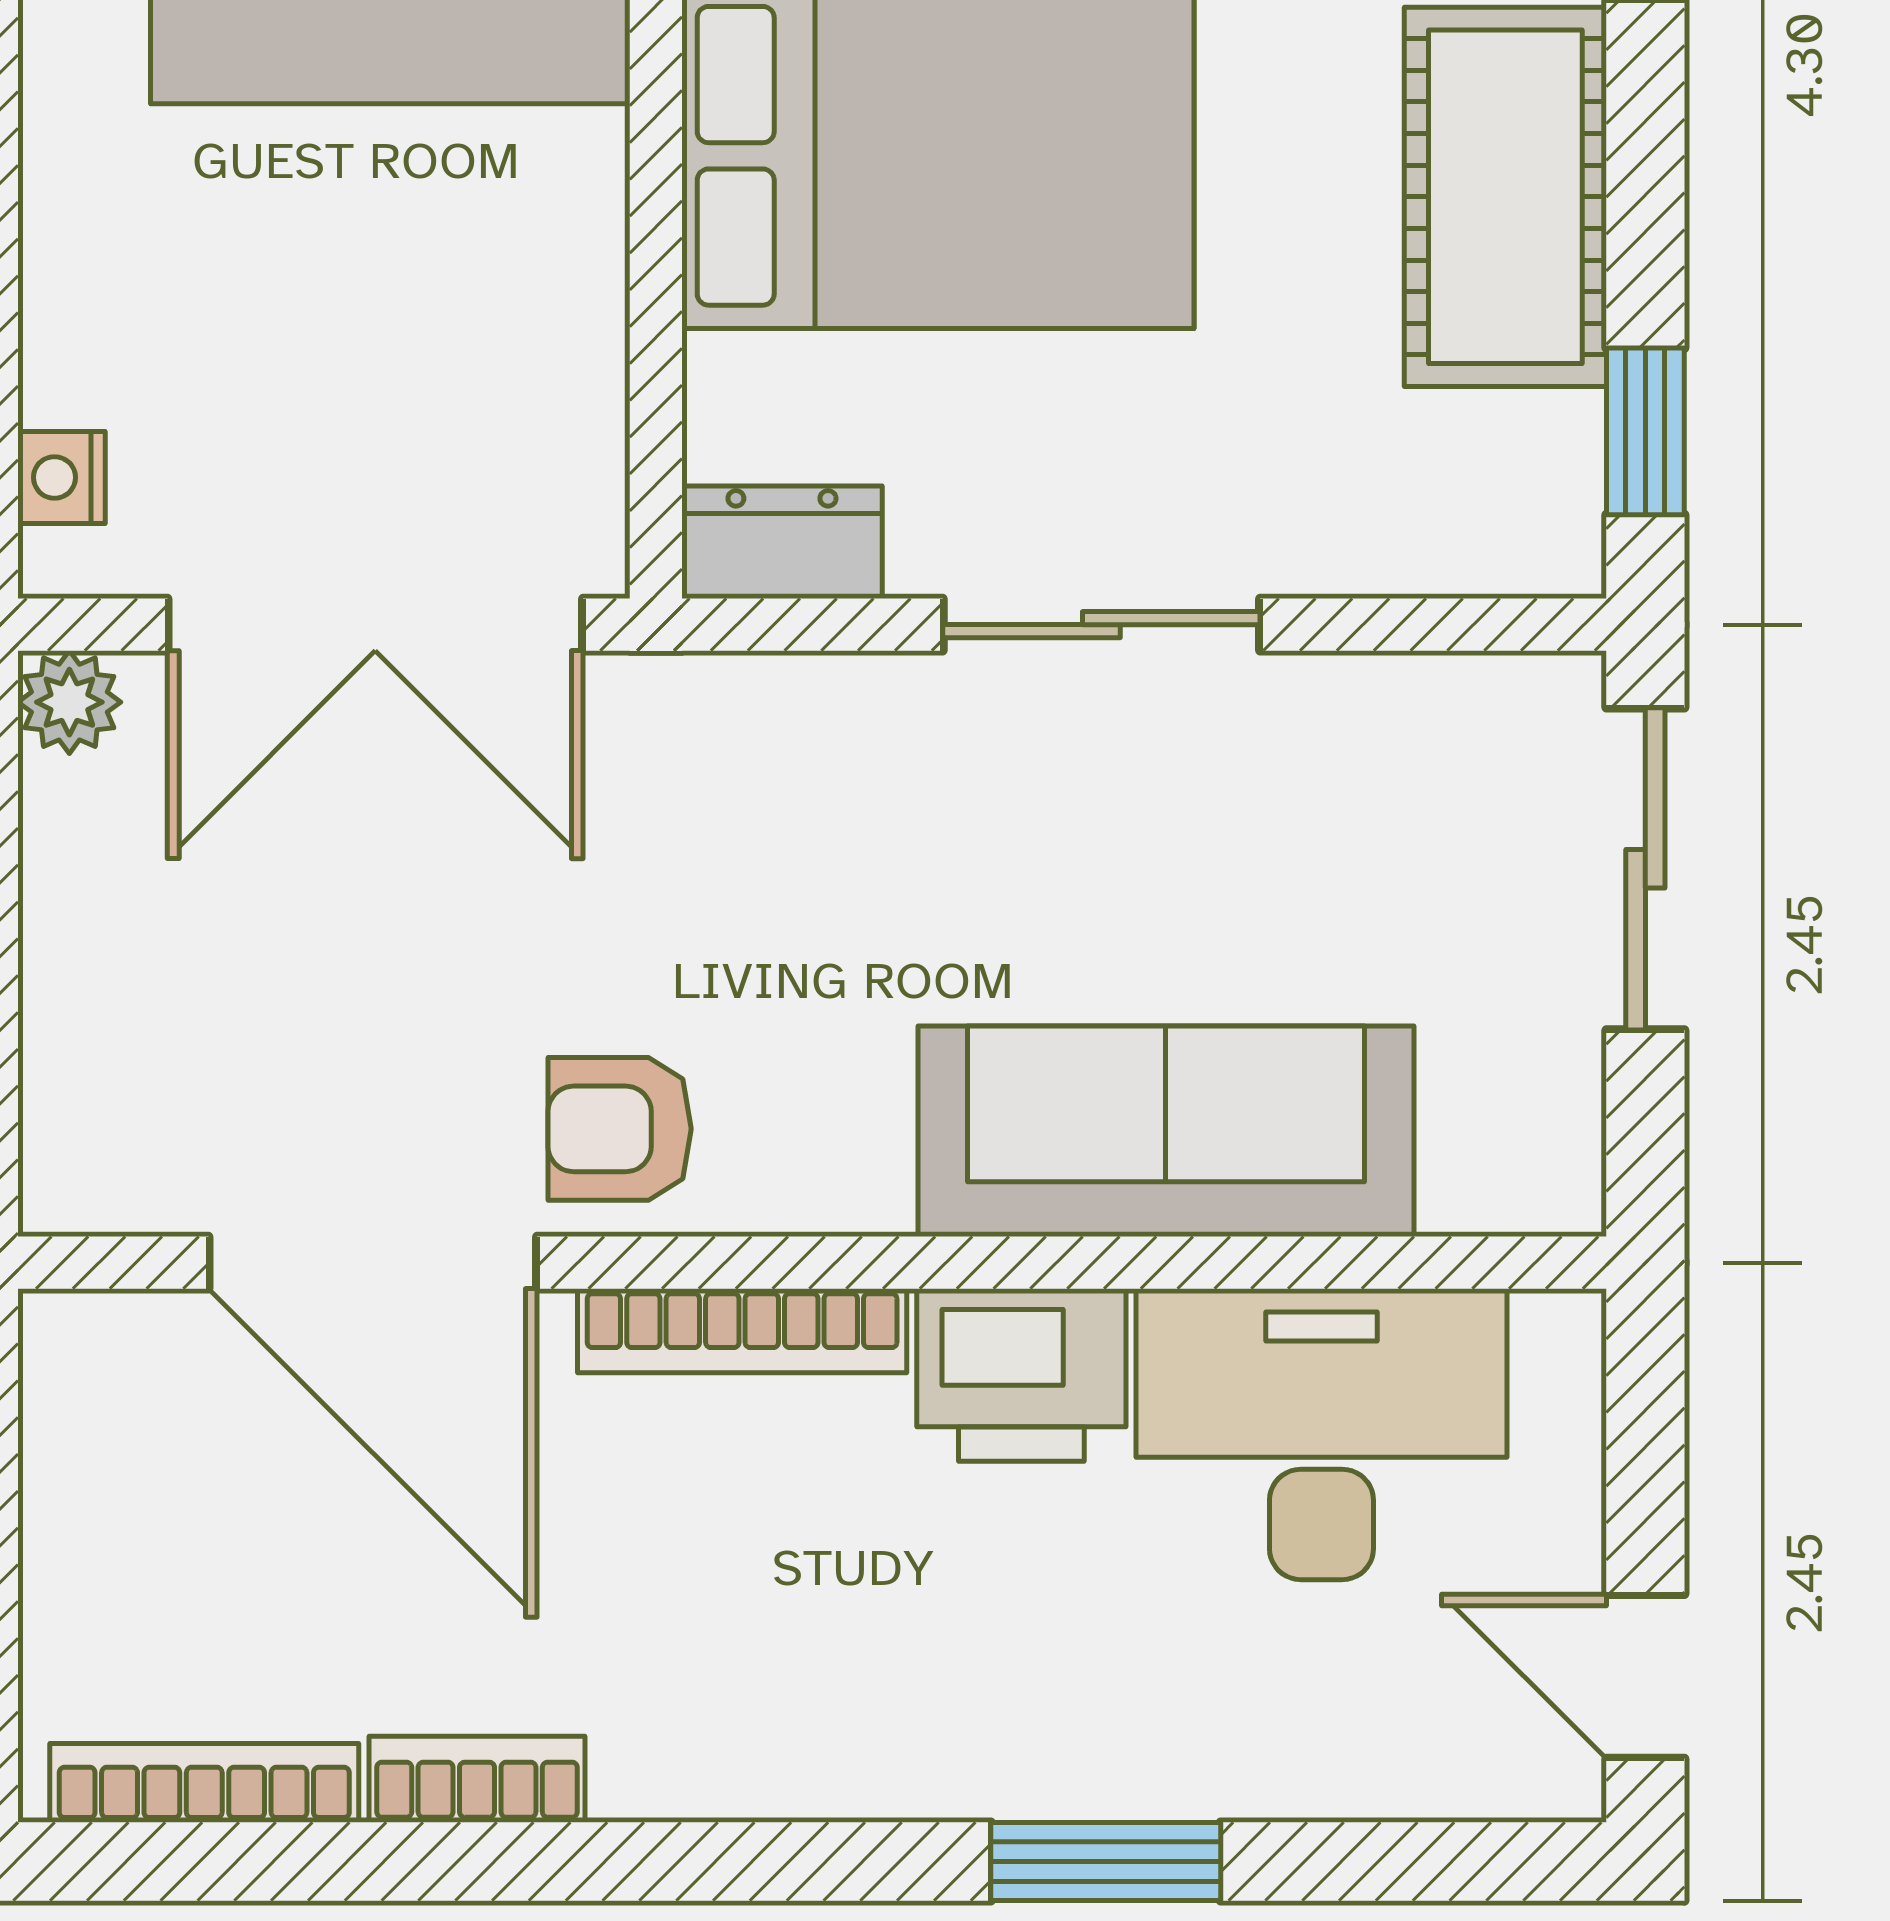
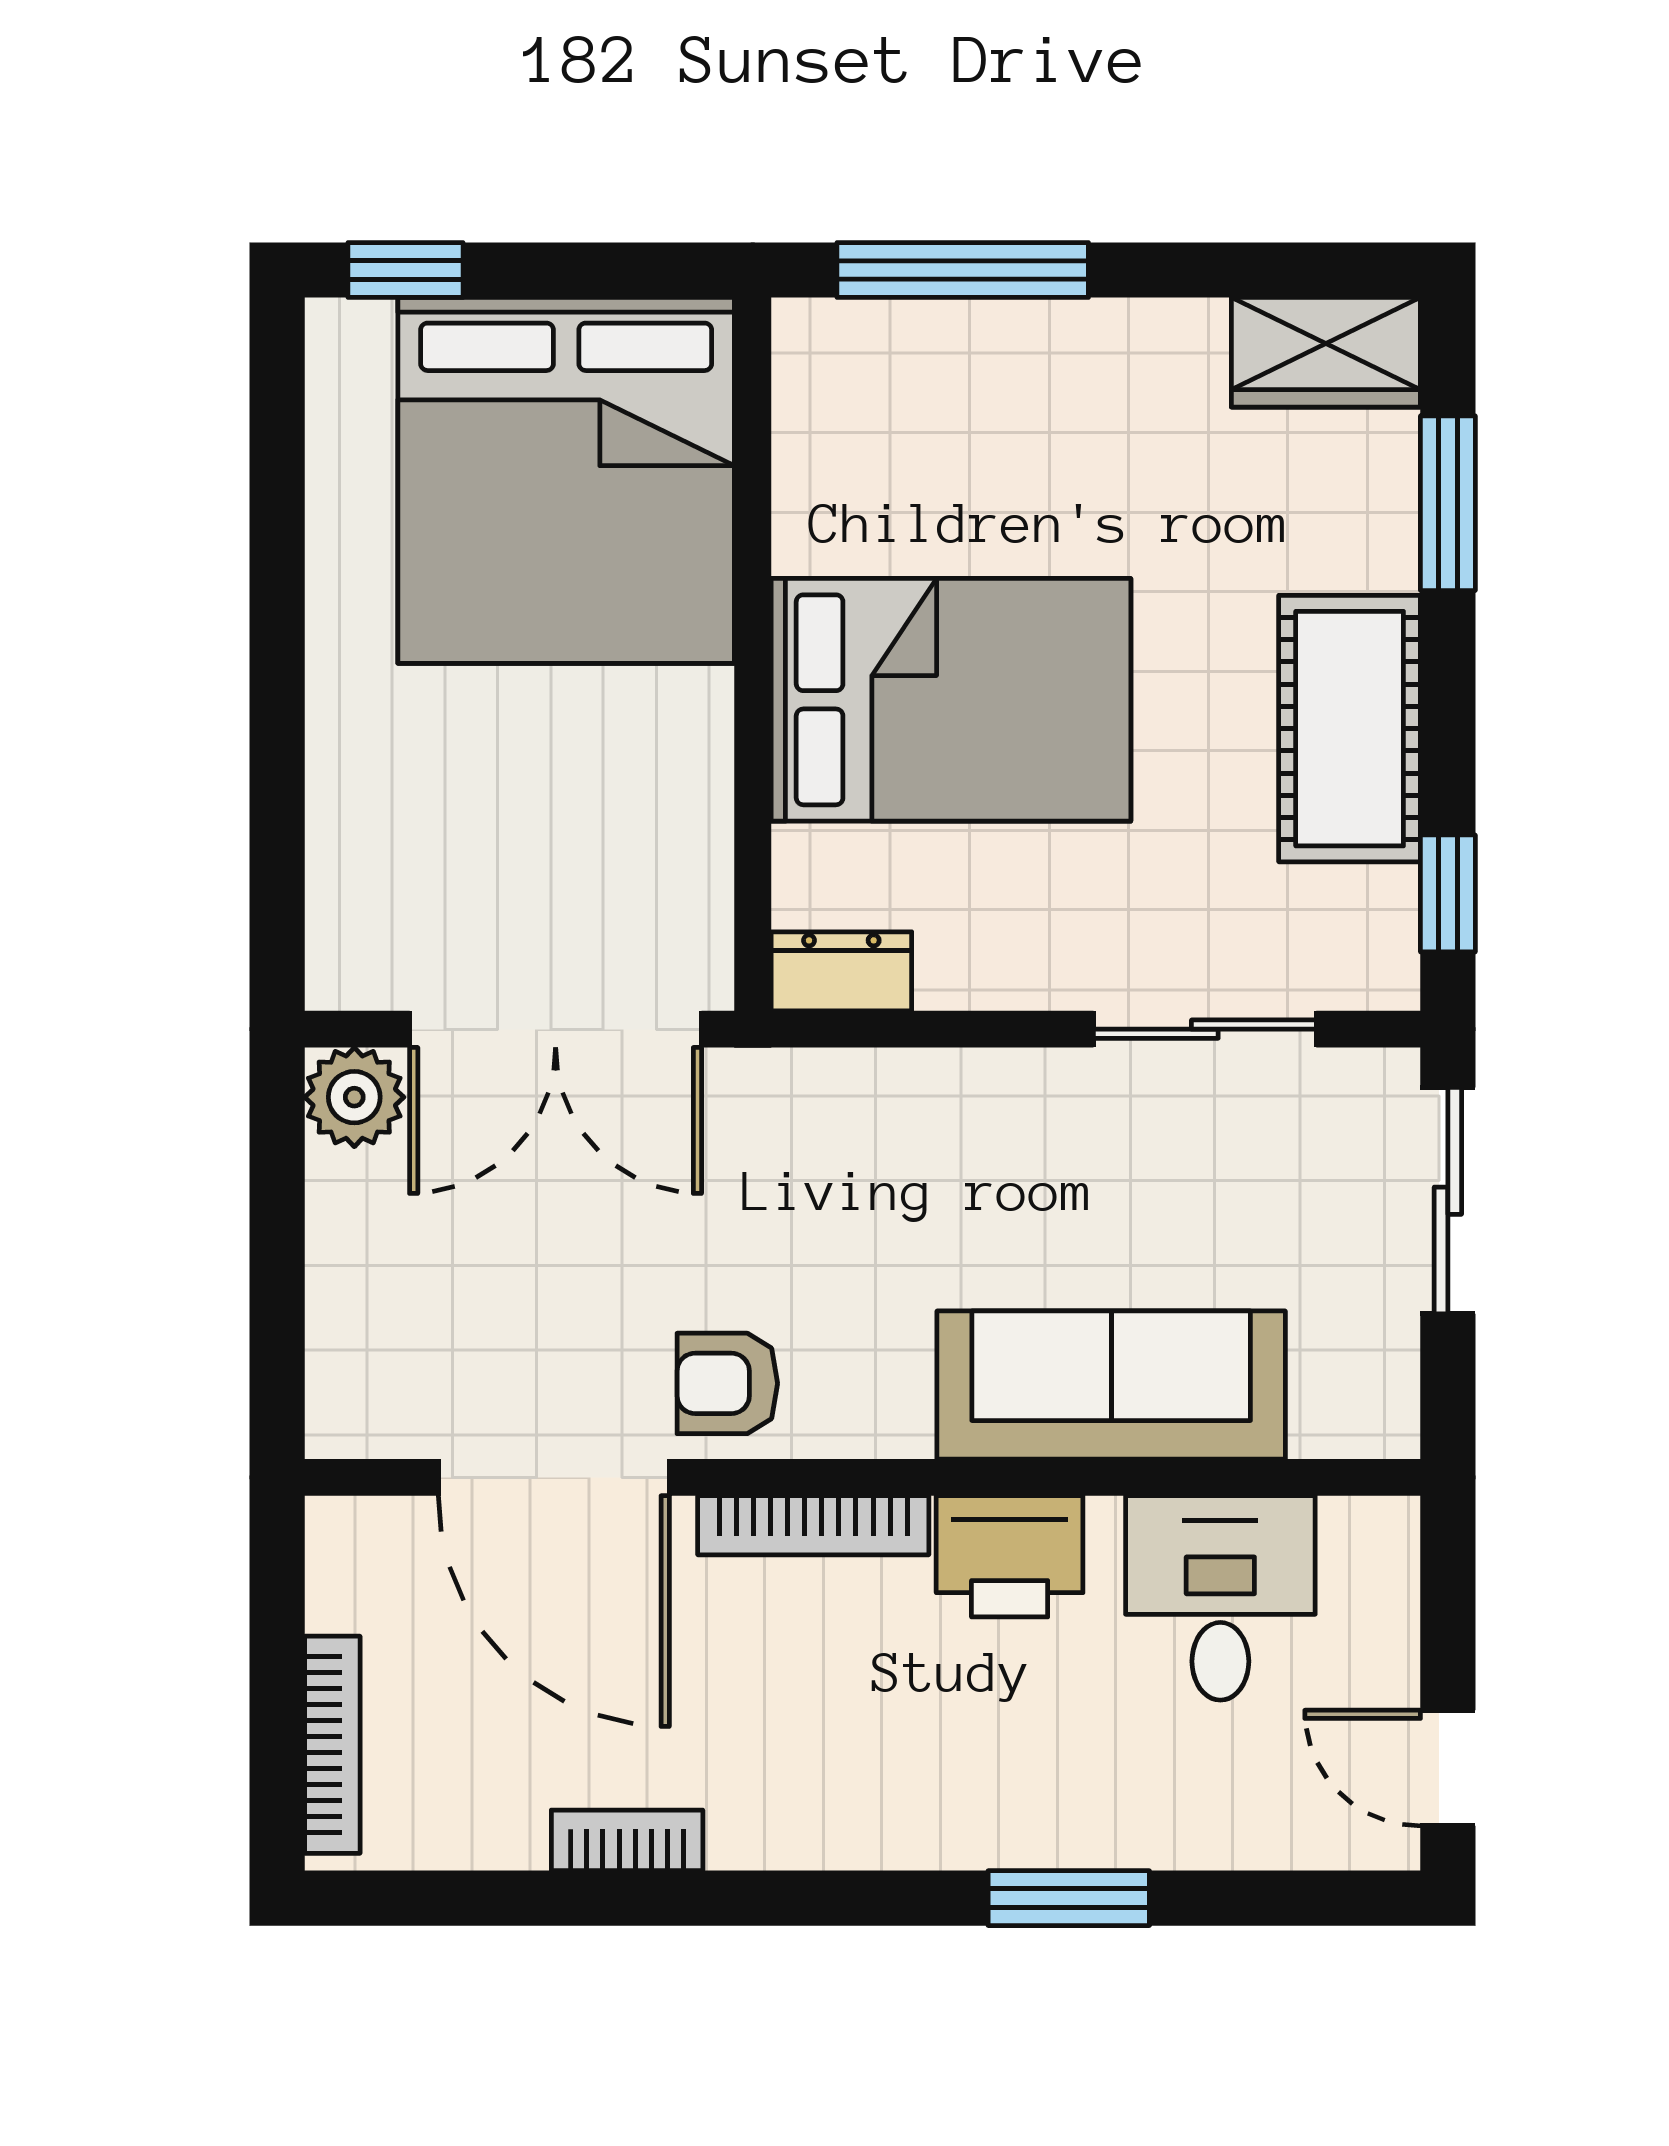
nightstand: (61, 477) -> (335, 926), removed
sliding door: (1101, 625) -> (1205, 1029), moved
plant: (69, 702) -> (354, 1097), width x1.38, depth x1.38
desk: (1321, 1434) -> (1220, 1598), width x0.73
bookcase: (204, 1783) -> (332, 1745), moved, turned 90

